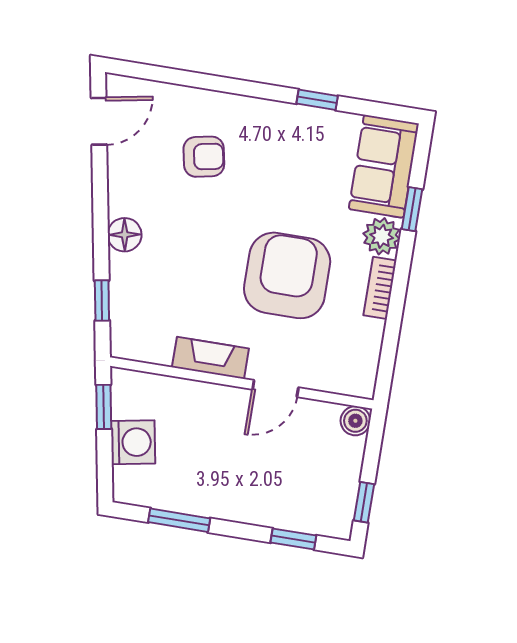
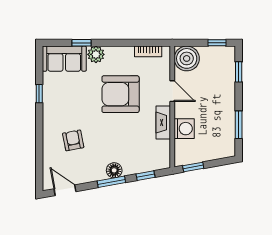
window: (101, 225) -> (111, 182), added
bookcase: (380, 288) -> (148, 51), moved
boiler: (355, 421) -> (187, 58), width x1.86, depth x1.86
washing machine: (133, 442) -> (184, 129), moved, turned 100

